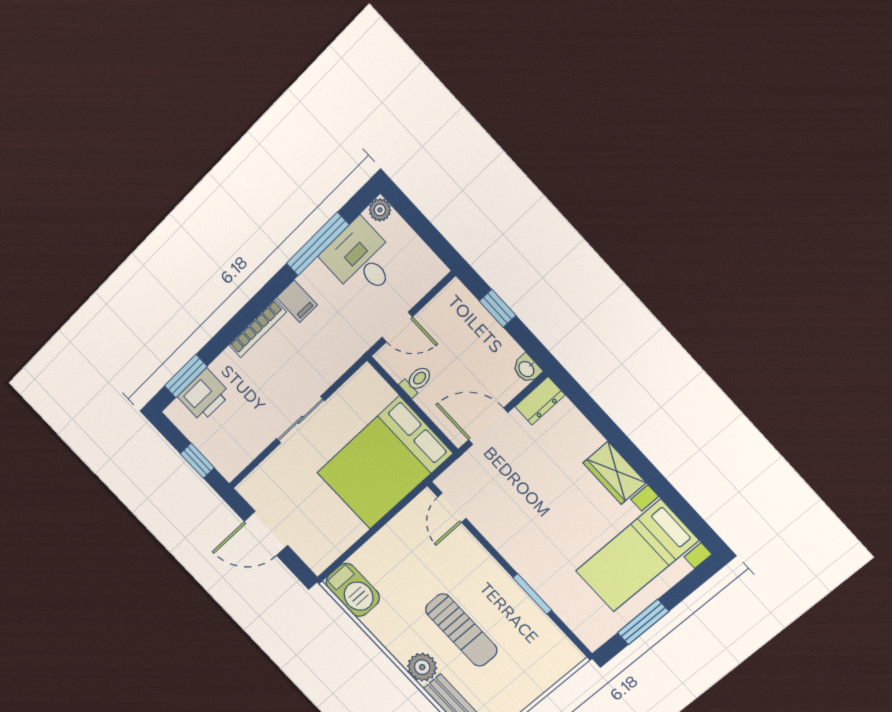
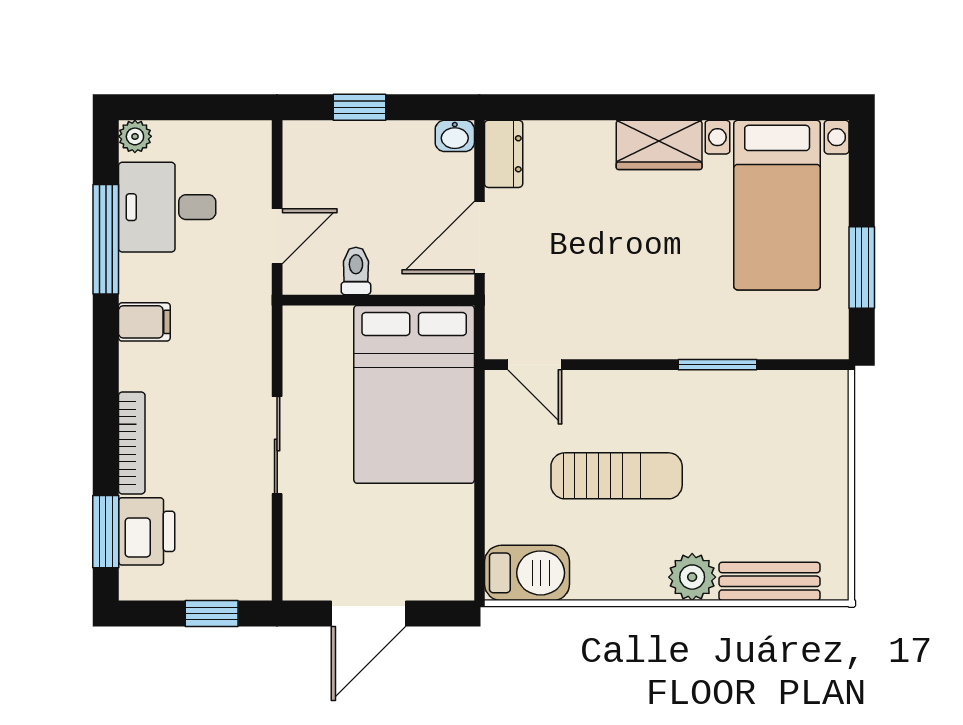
bookcase: (258, 328) -> (132, 443), moved
sun lounger: (461, 630) -> (617, 476), moved

